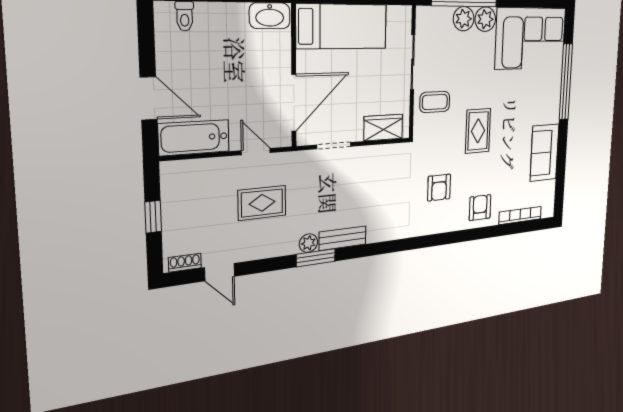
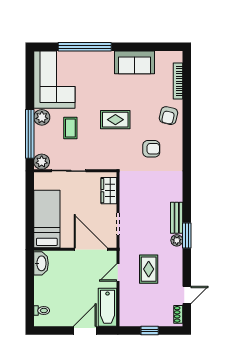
plant: (464, 19) -> (42, 162), moved
coffee table: (435, 102) -> (70, 128), moved
armchair: (480, 208) -> (168, 116), turned -77

